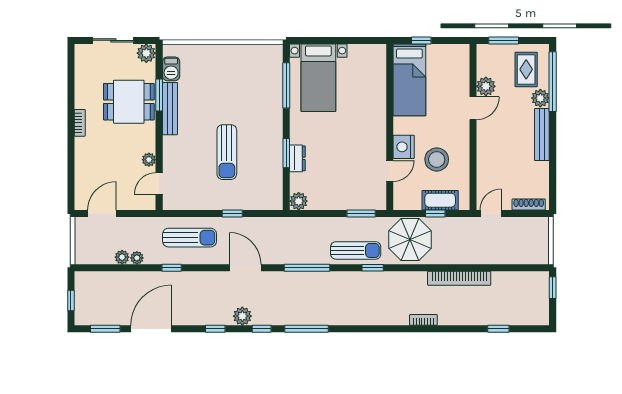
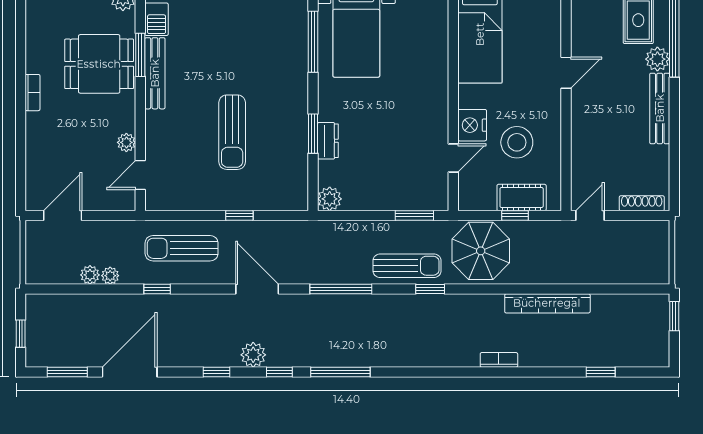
plant: (486, 86) -> (584, 43), removed
sun lounger: (190, 238) -> (182, 248), turned 180

